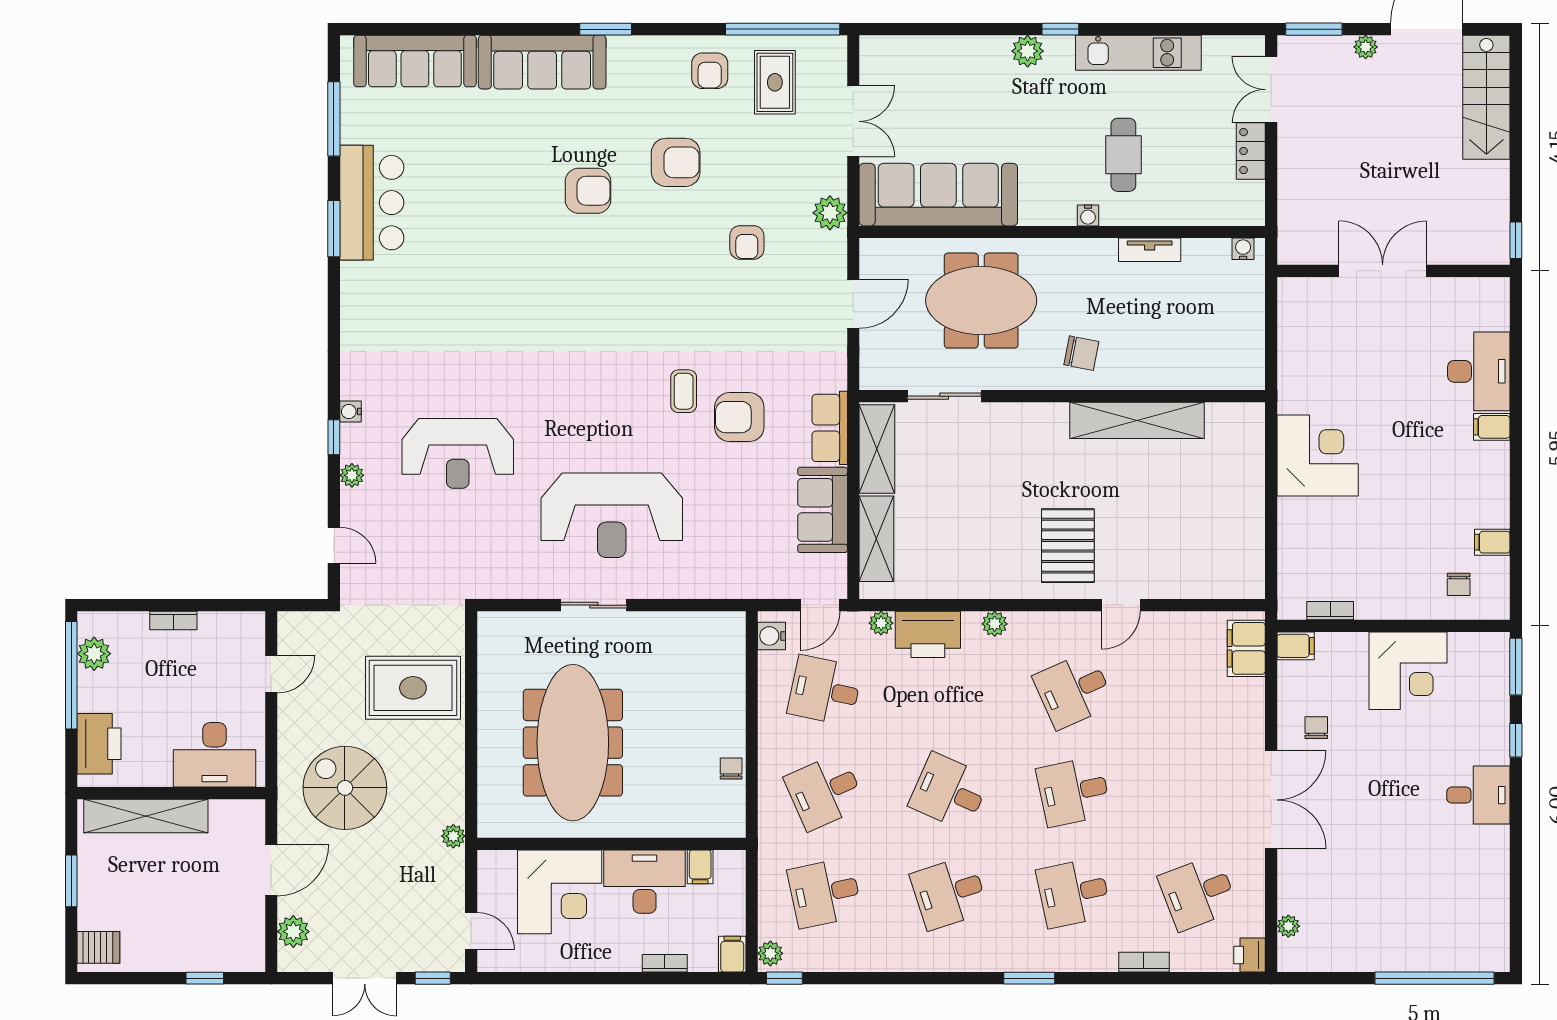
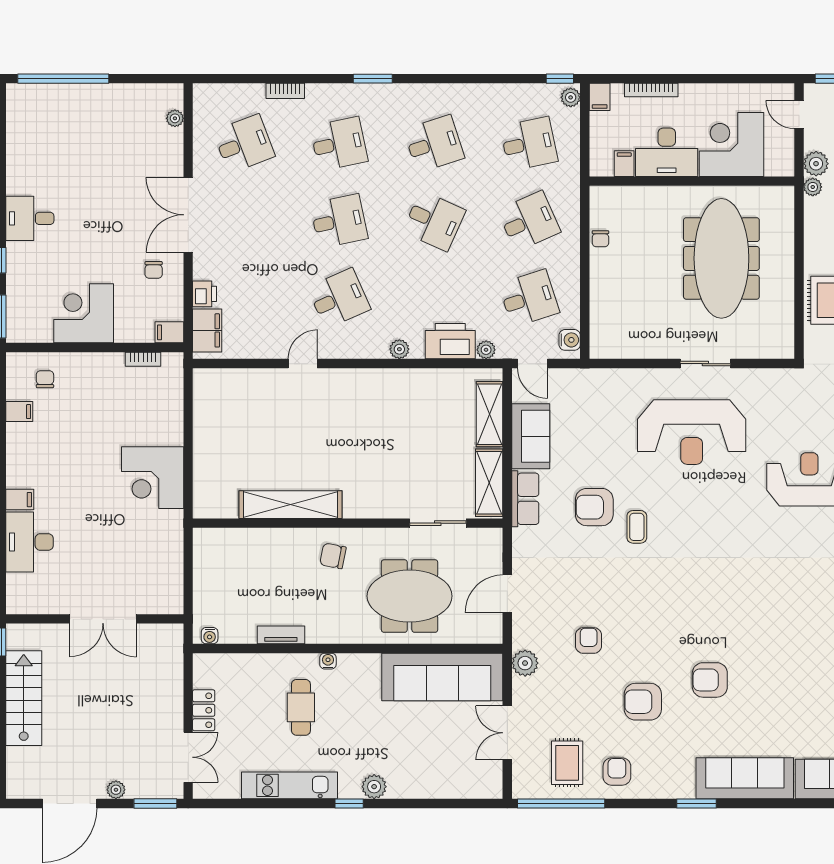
stairs: (1486, 97) -> (24, 698), moved
armchair: (739, 417) -> (594, 507), turned 180
reception desk: (612, 515) -> (692, 432), turned 180
pallet: (1068, 546) -> (343, 409), removed
door: (820, 605) -> (533, 364), swing flipped
desk: (825, 690) -> (529, 298), turned -30
plant: (449, 867) -> (816, 164), added
printer: (1250, 955) -> (205, 294), moved
bookcase: (665, 963) -> (651, 90), width x1.56

